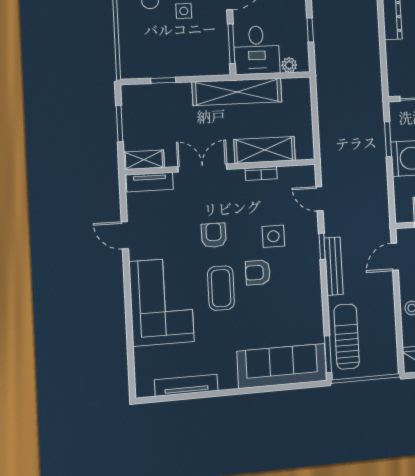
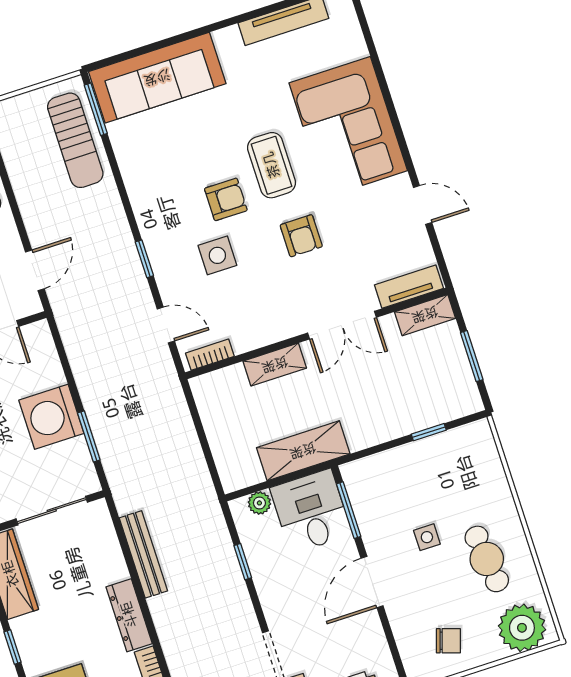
shelving: (237, 92) -> (303, 451), width x0.68
shelving: (265, 150) -> (275, 365), width x0.67, depth x0.75
bookcase: (261, 173) -> (210, 355), moved
bench: (334, 266) -> (143, 554), moved

